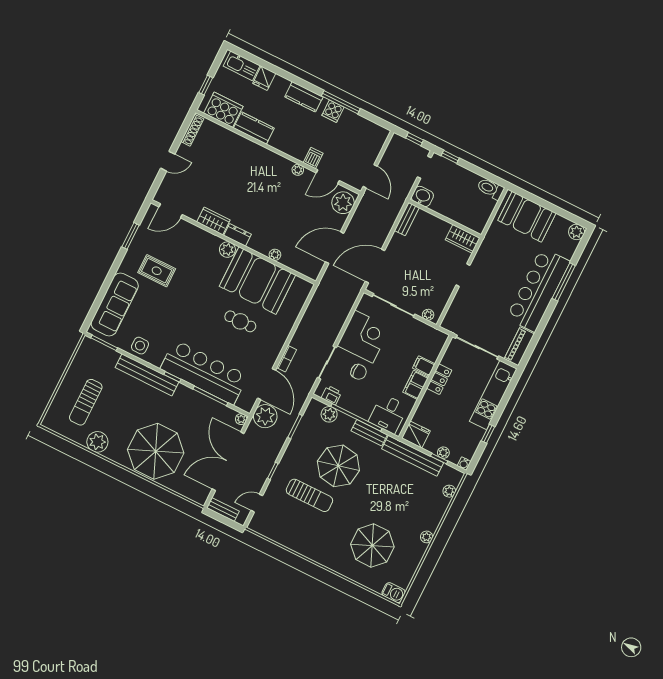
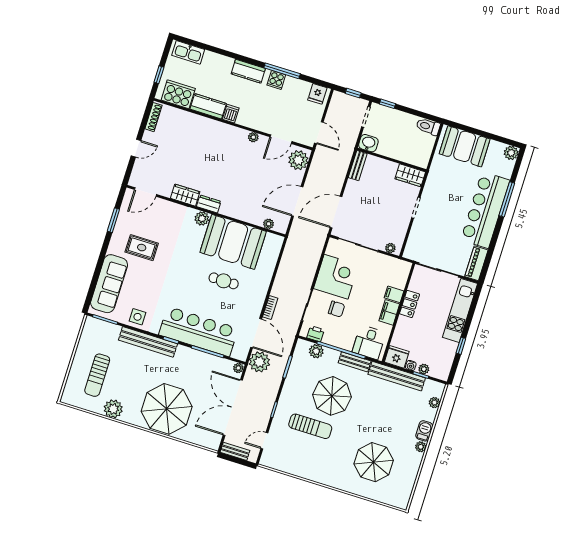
fridge: (264, 78) -> (317, 94), moved
dishwasher: (313, 158) -> (231, 114), moved
plant: (275, 255) -> (269, 224), moved
water cooler: (464, 464) -> (411, 366), moved
barbecue: (393, 593) -> (424, 431), moved, turned -90

